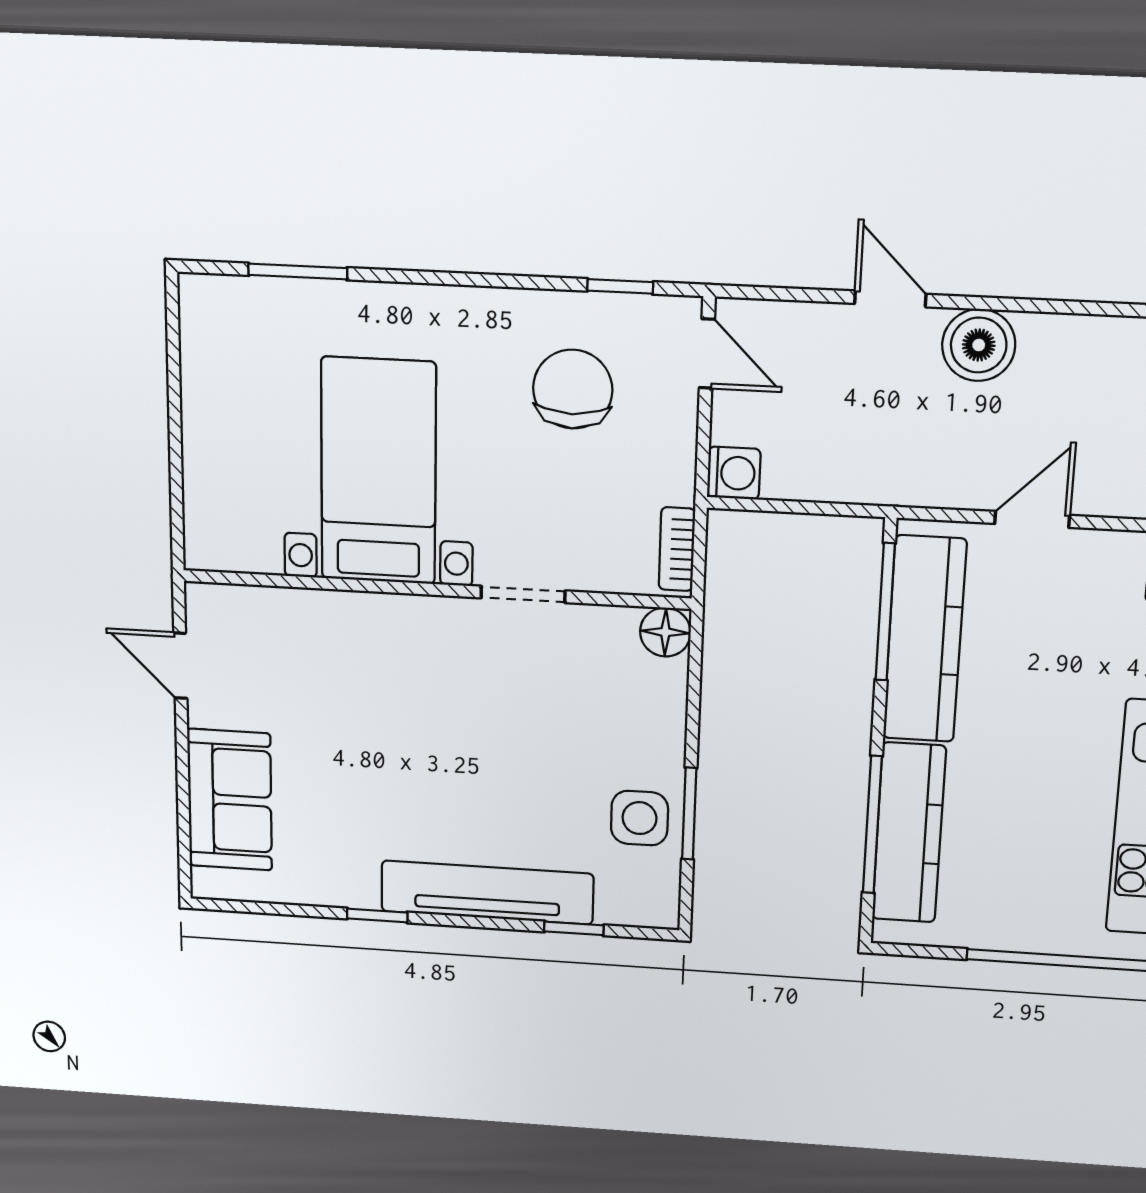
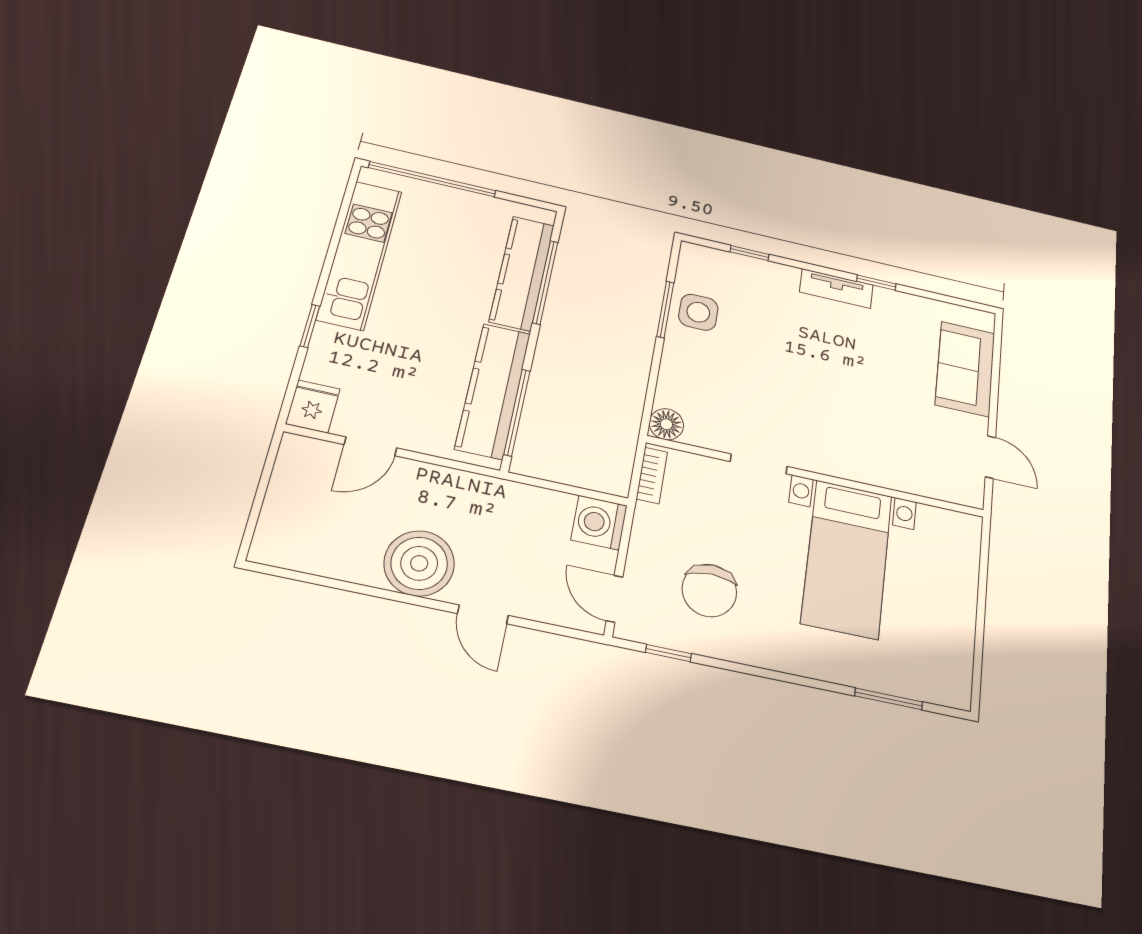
boiler: (979, 345) -> (419, 563), width x1.37, depth x1.37
washing machine: (734, 473) -> (599, 523), width x1.38, depth x1.38
door: (1032, 519) -> (370, 446), moved
tv unit: (487, 892) -> (836, 288), width x0.52, depth x0.78

